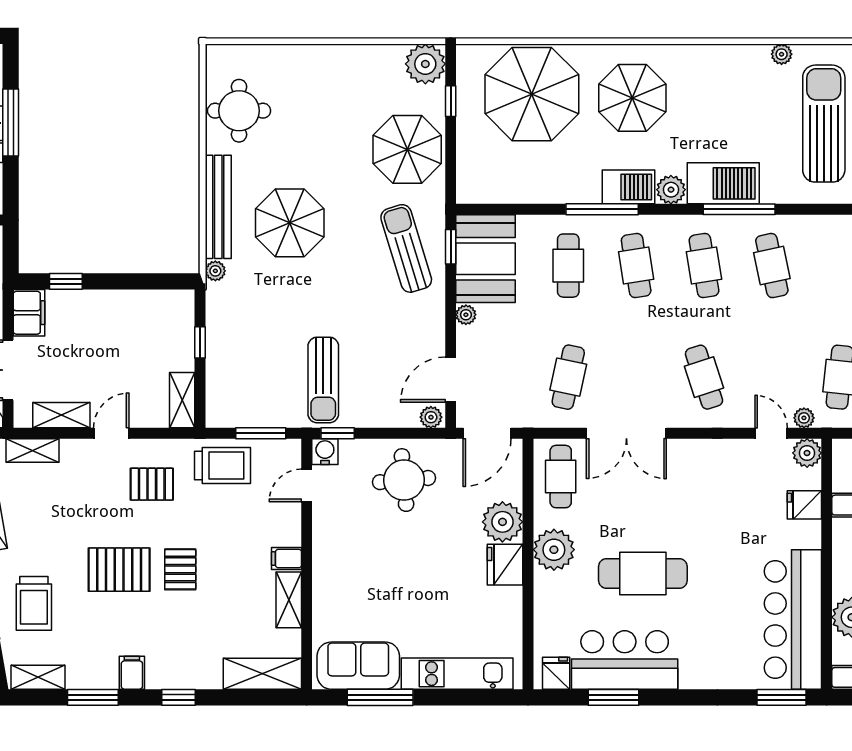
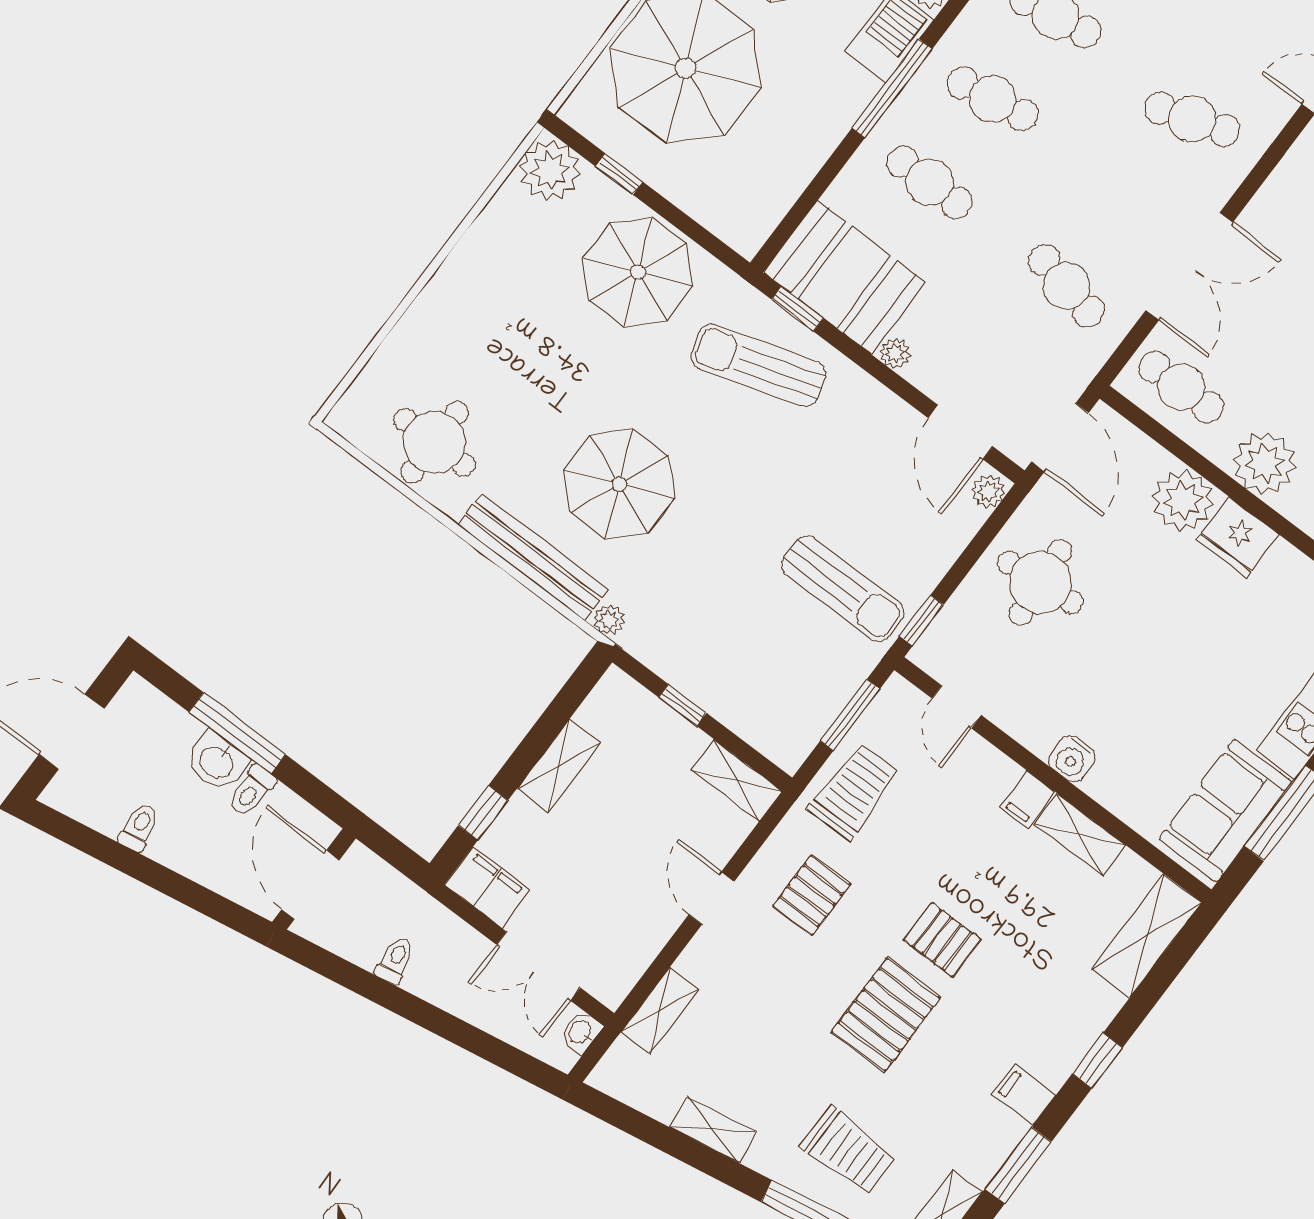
shelving: (61, 415) -> (559, 766), moved
water cooler: (325, 452) -> (1072, 759), moved, turned -90

